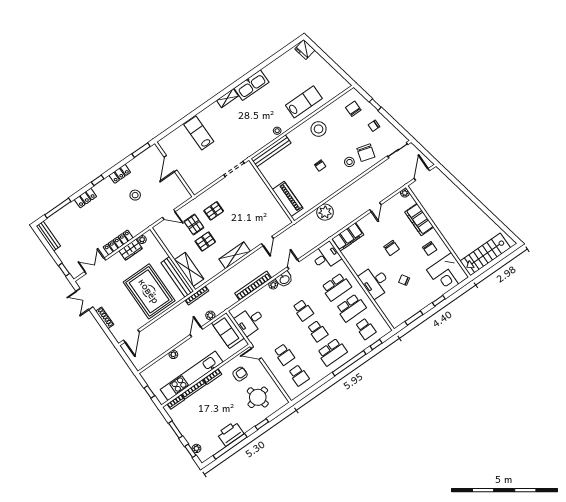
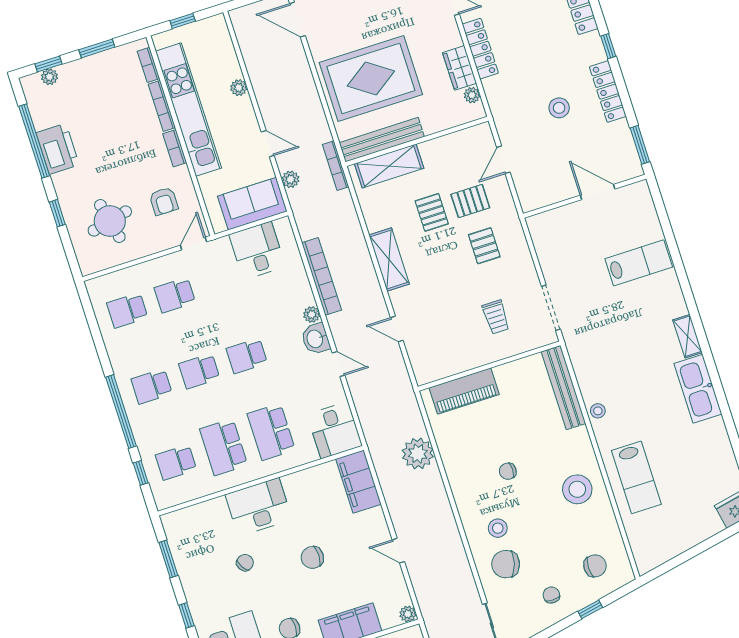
locker: (120, 174) -> (608, 92), width x1.53
trolley: (247, 195) -> (496, 317), added
school desk: (332, 352) -> (152, 386), width x0.54

